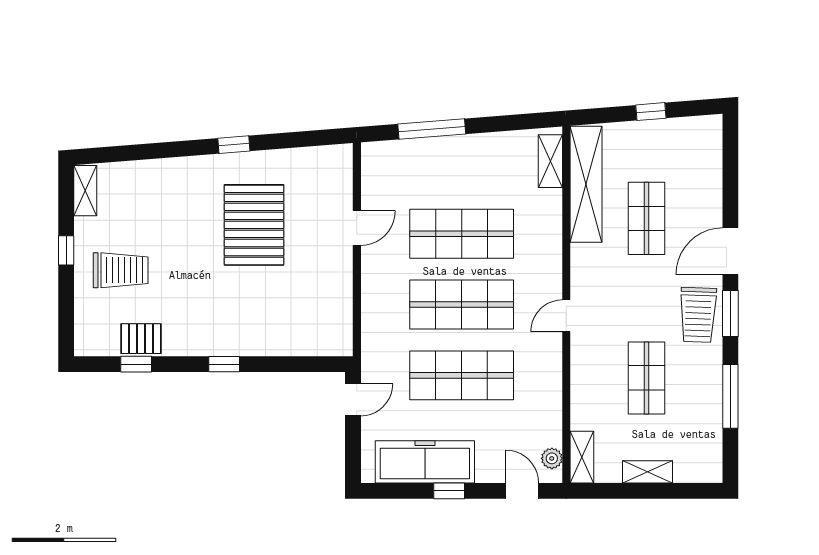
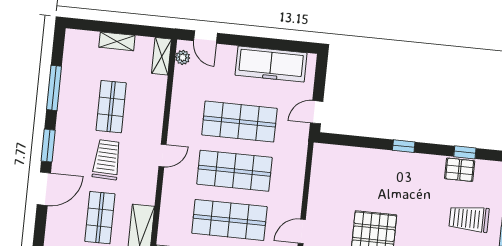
trolley: (698, 315) -> (107, 160), moved
window: (449, 491) -> (256, 42), removed

